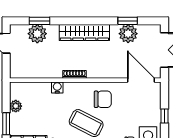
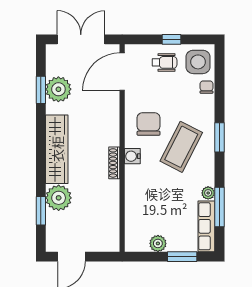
plant: (37, 34) -> (59, 198), moved
water cooler: (57, 87) -> (132, 156), moved
wheelchair: (148, 111) -> (164, 62), added

